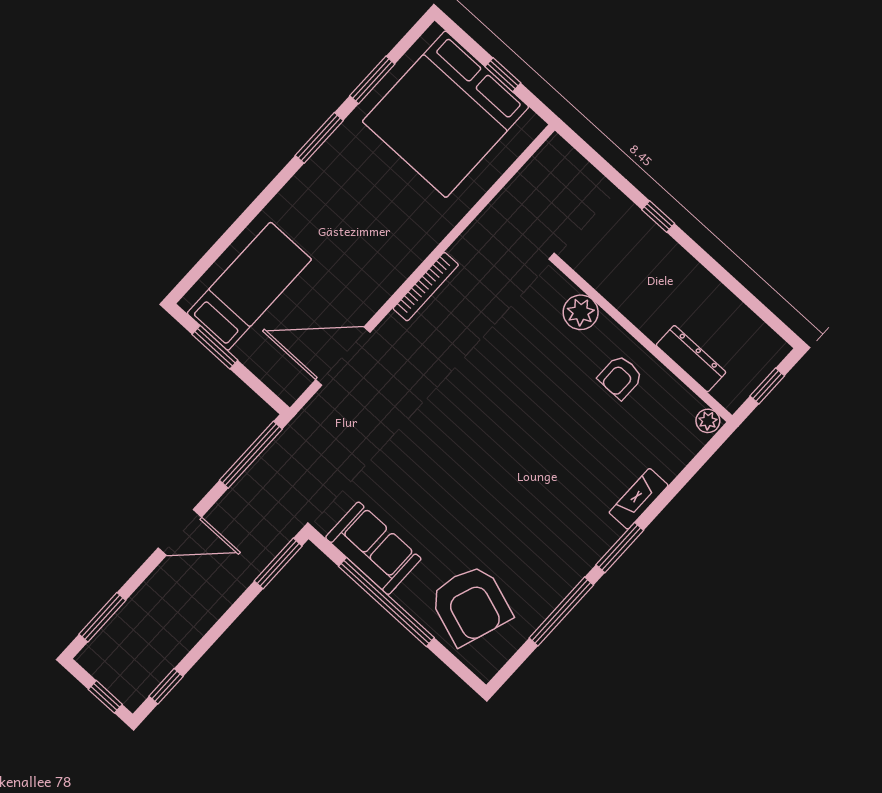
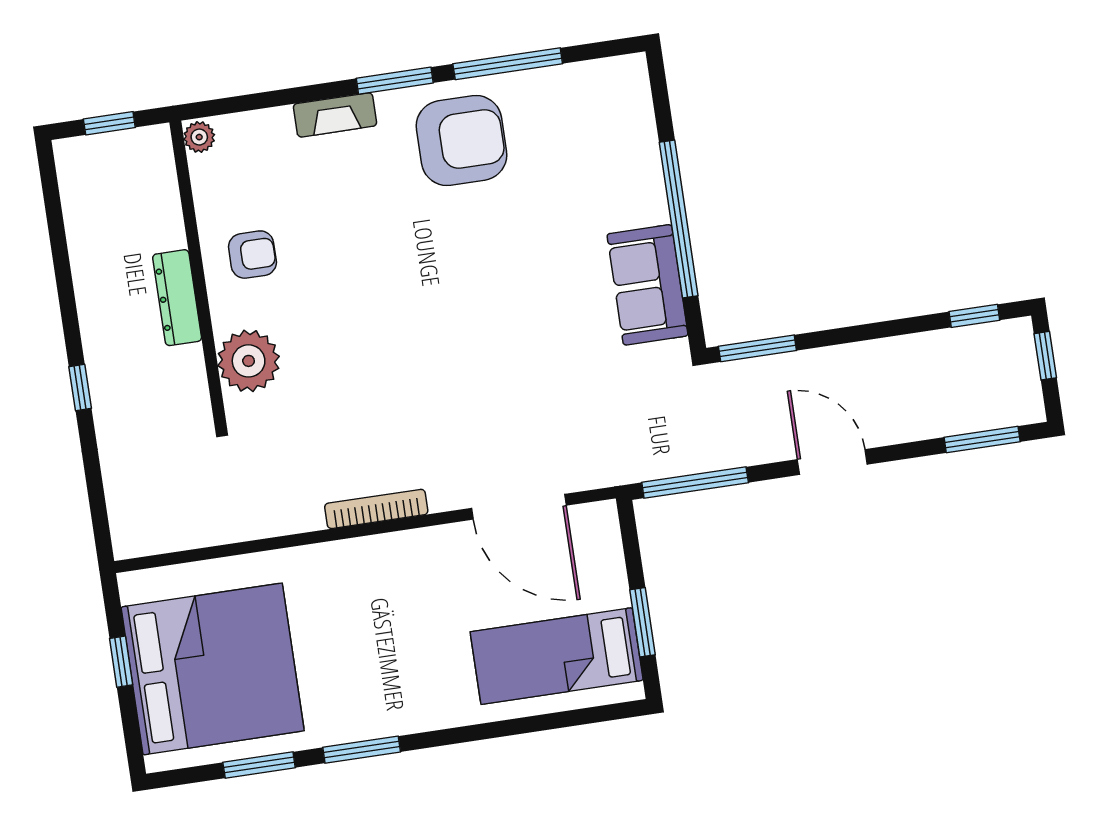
plant: (581, 312) -> (249, 361), width x1.36, depth x1.36
dresser: (691, 359) -> (177, 298), moved
armchair: (471, 605) -> (461, 140), moved, turned 71

